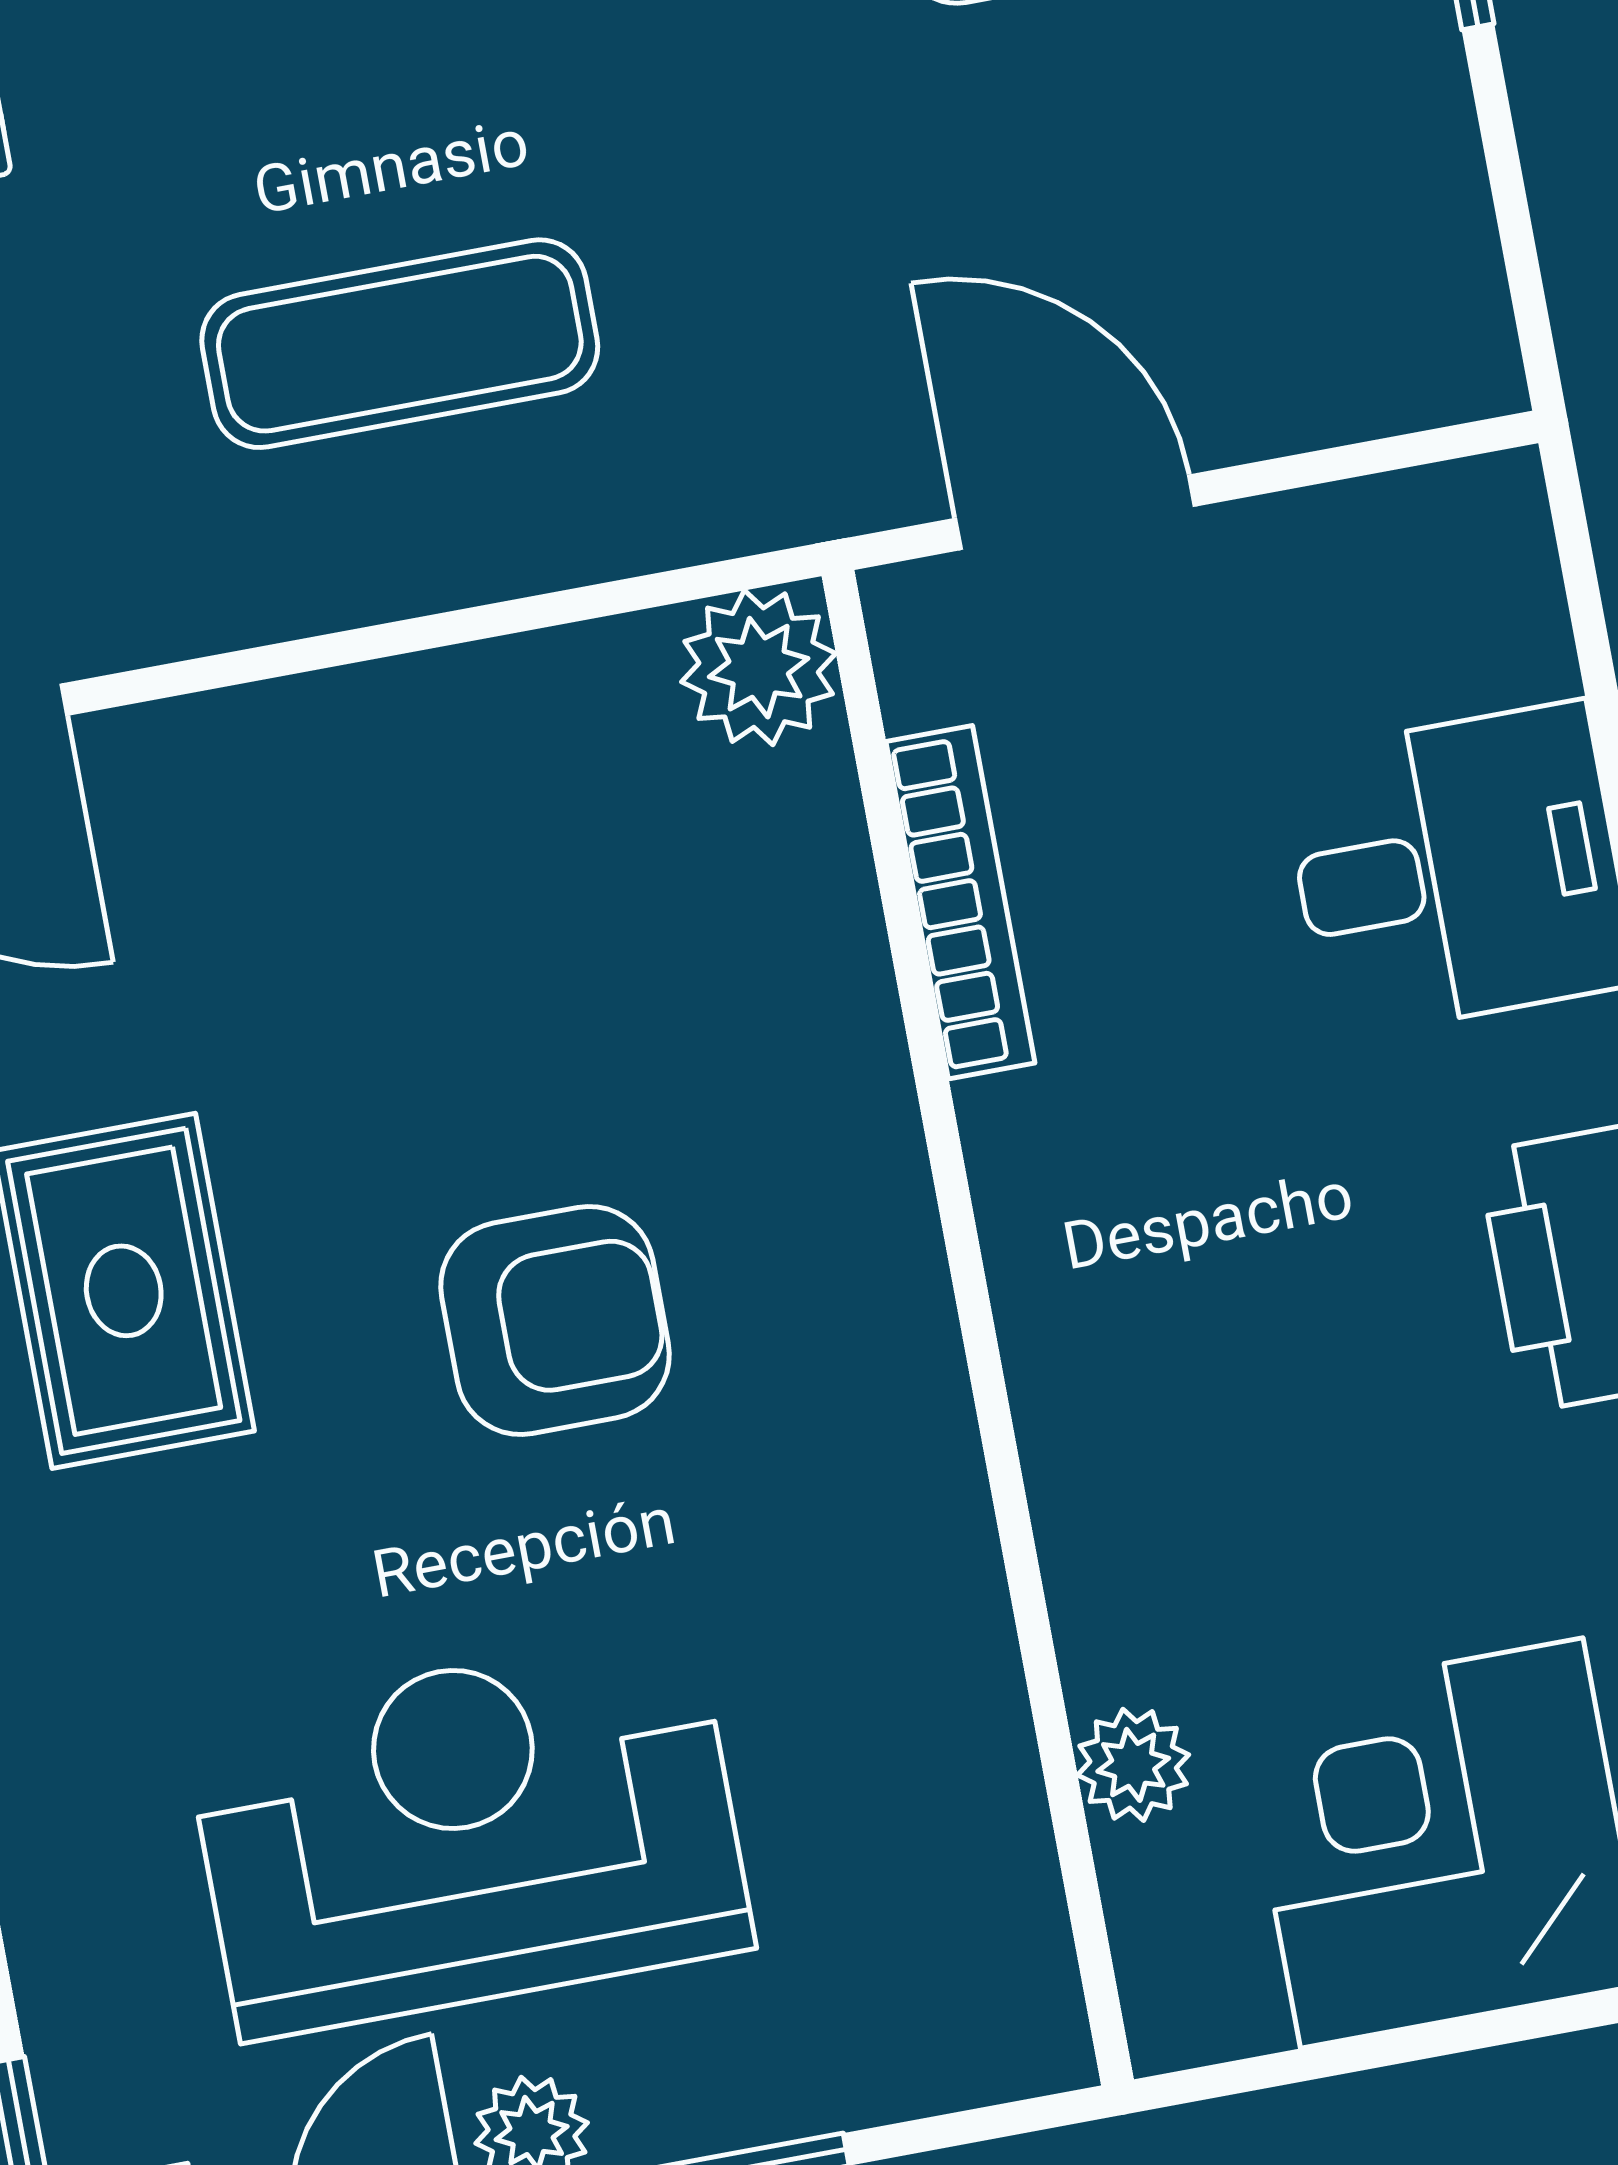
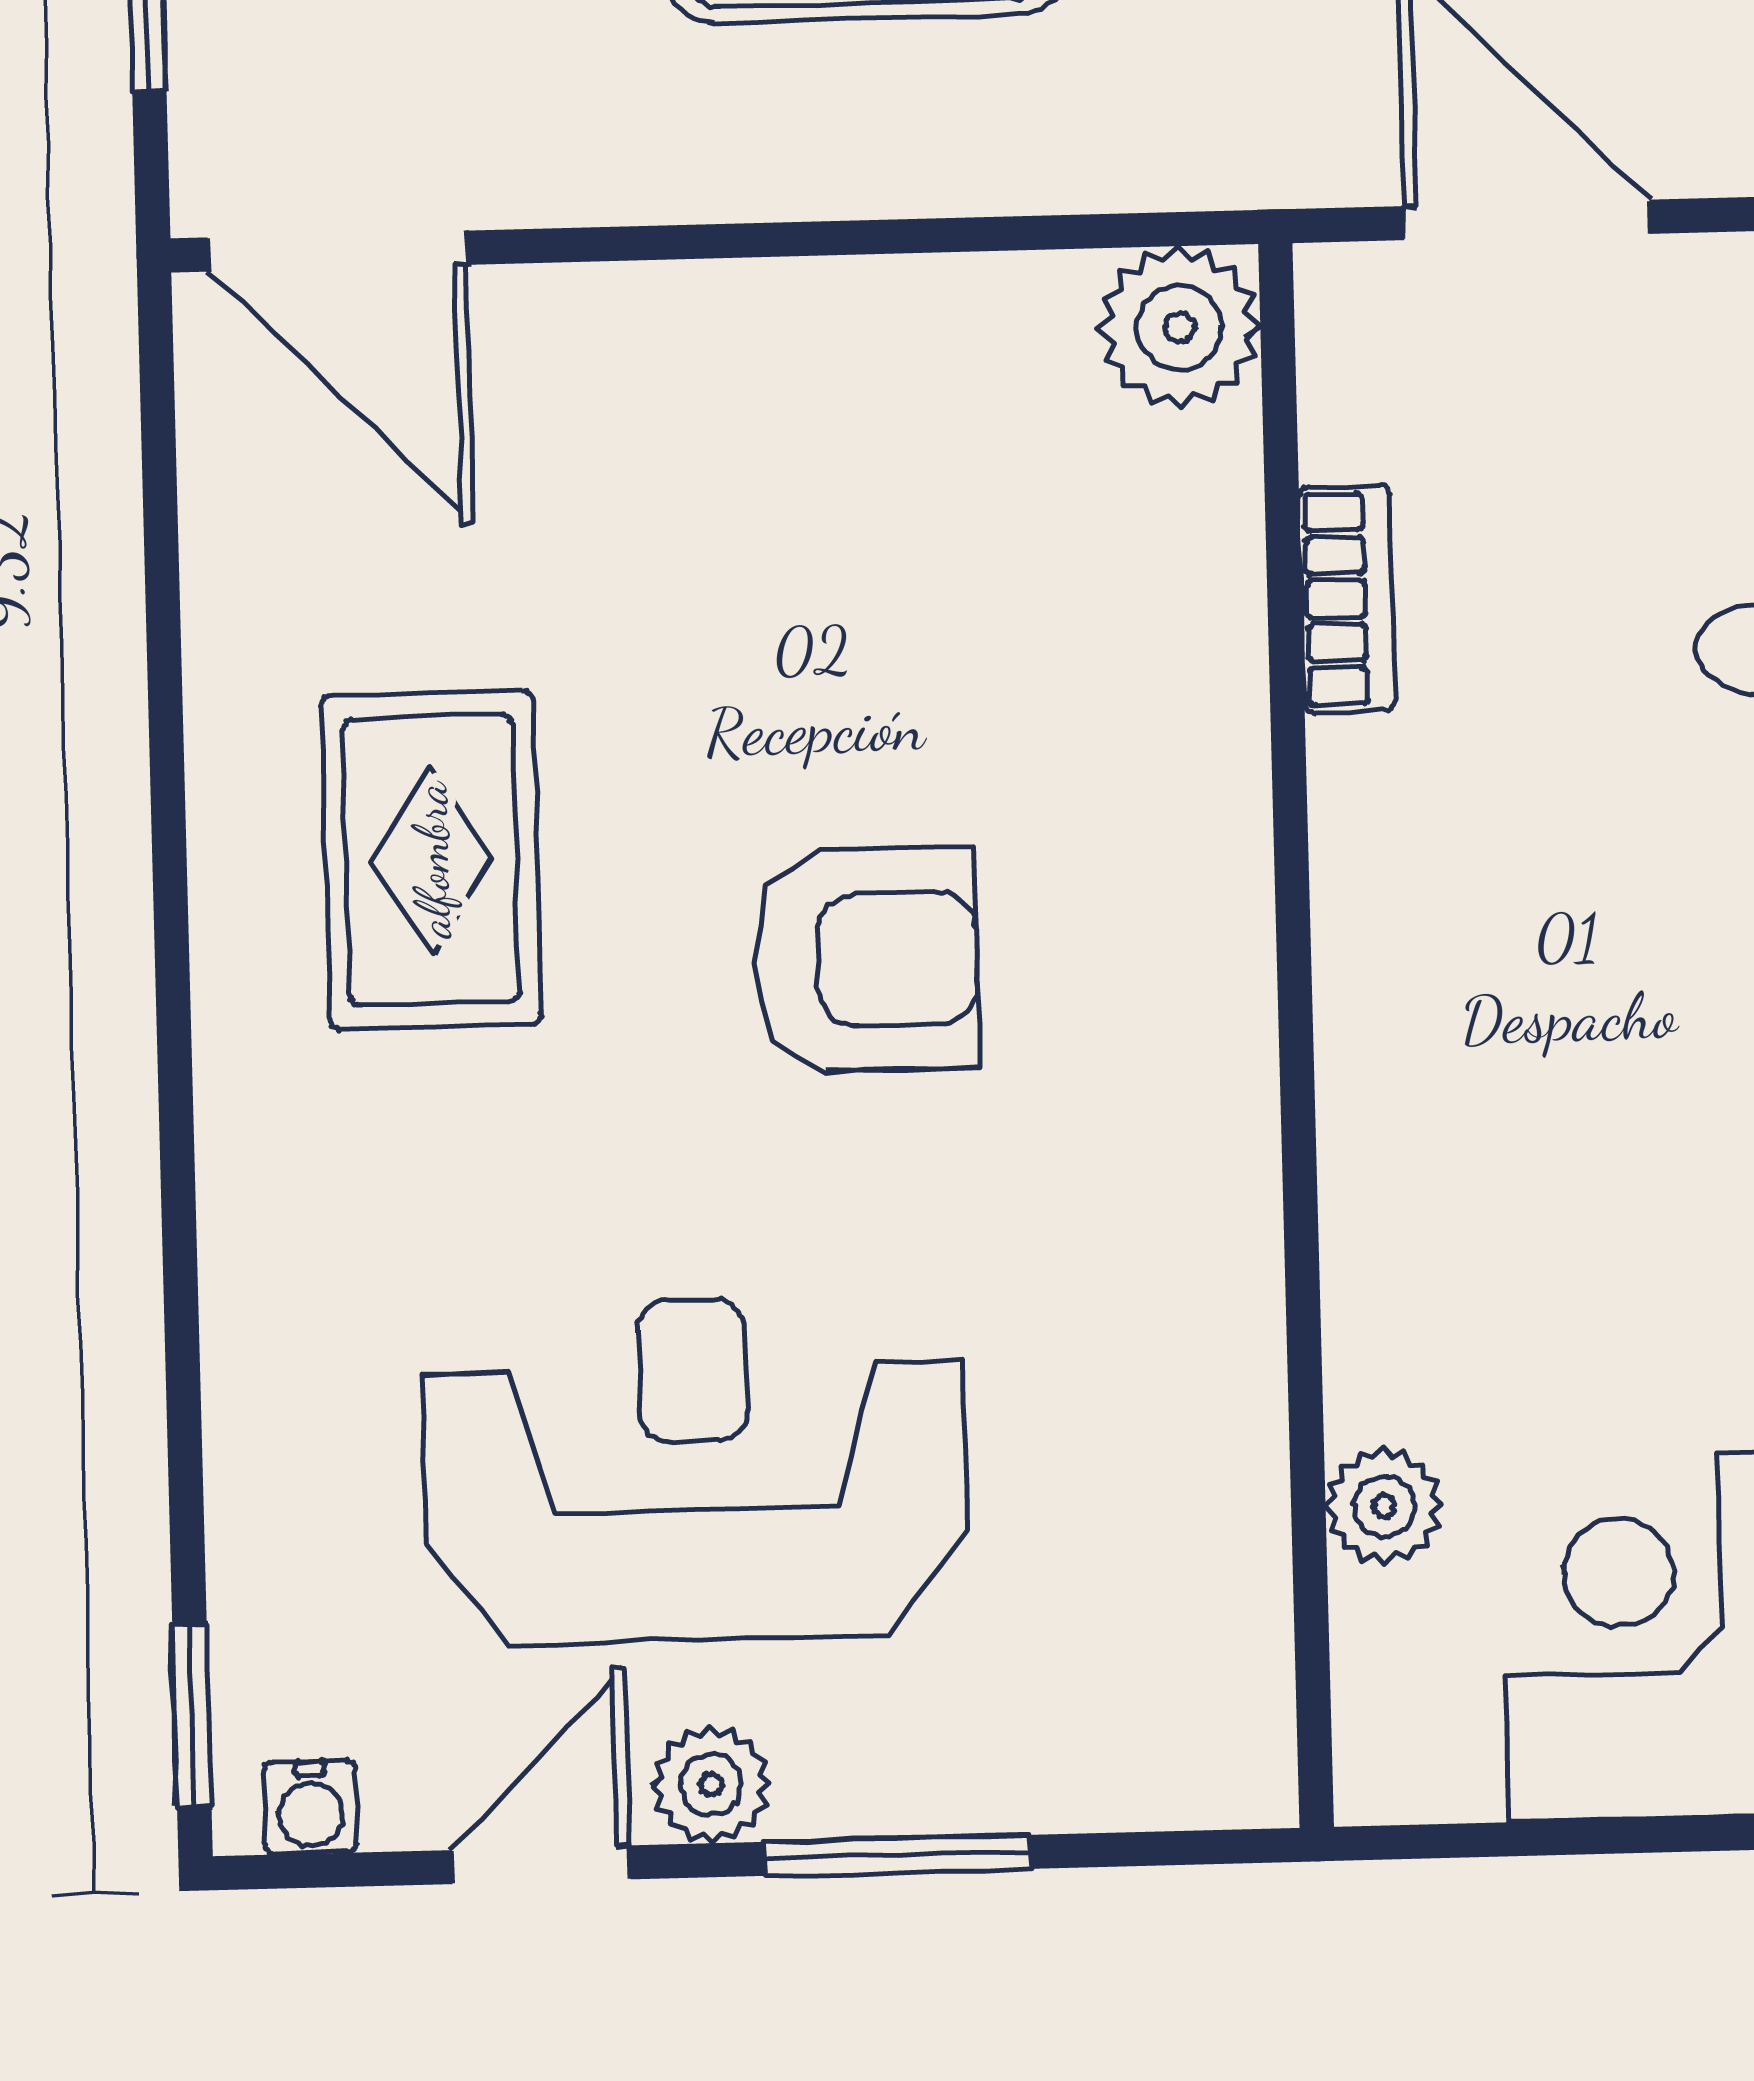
bookcase: (960, 902) -> (1347, 599), width x0.64

